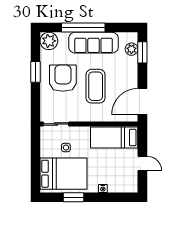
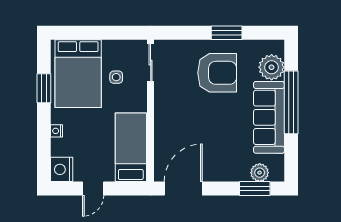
plant: (49, 41) -> (272, 67), moved
coffee table: (96, 86) -> (206, 120), removed
door: (142, 102) -> (183, 189), hinge flipped
nightstand: (129, 185) -> (62, 169), added

